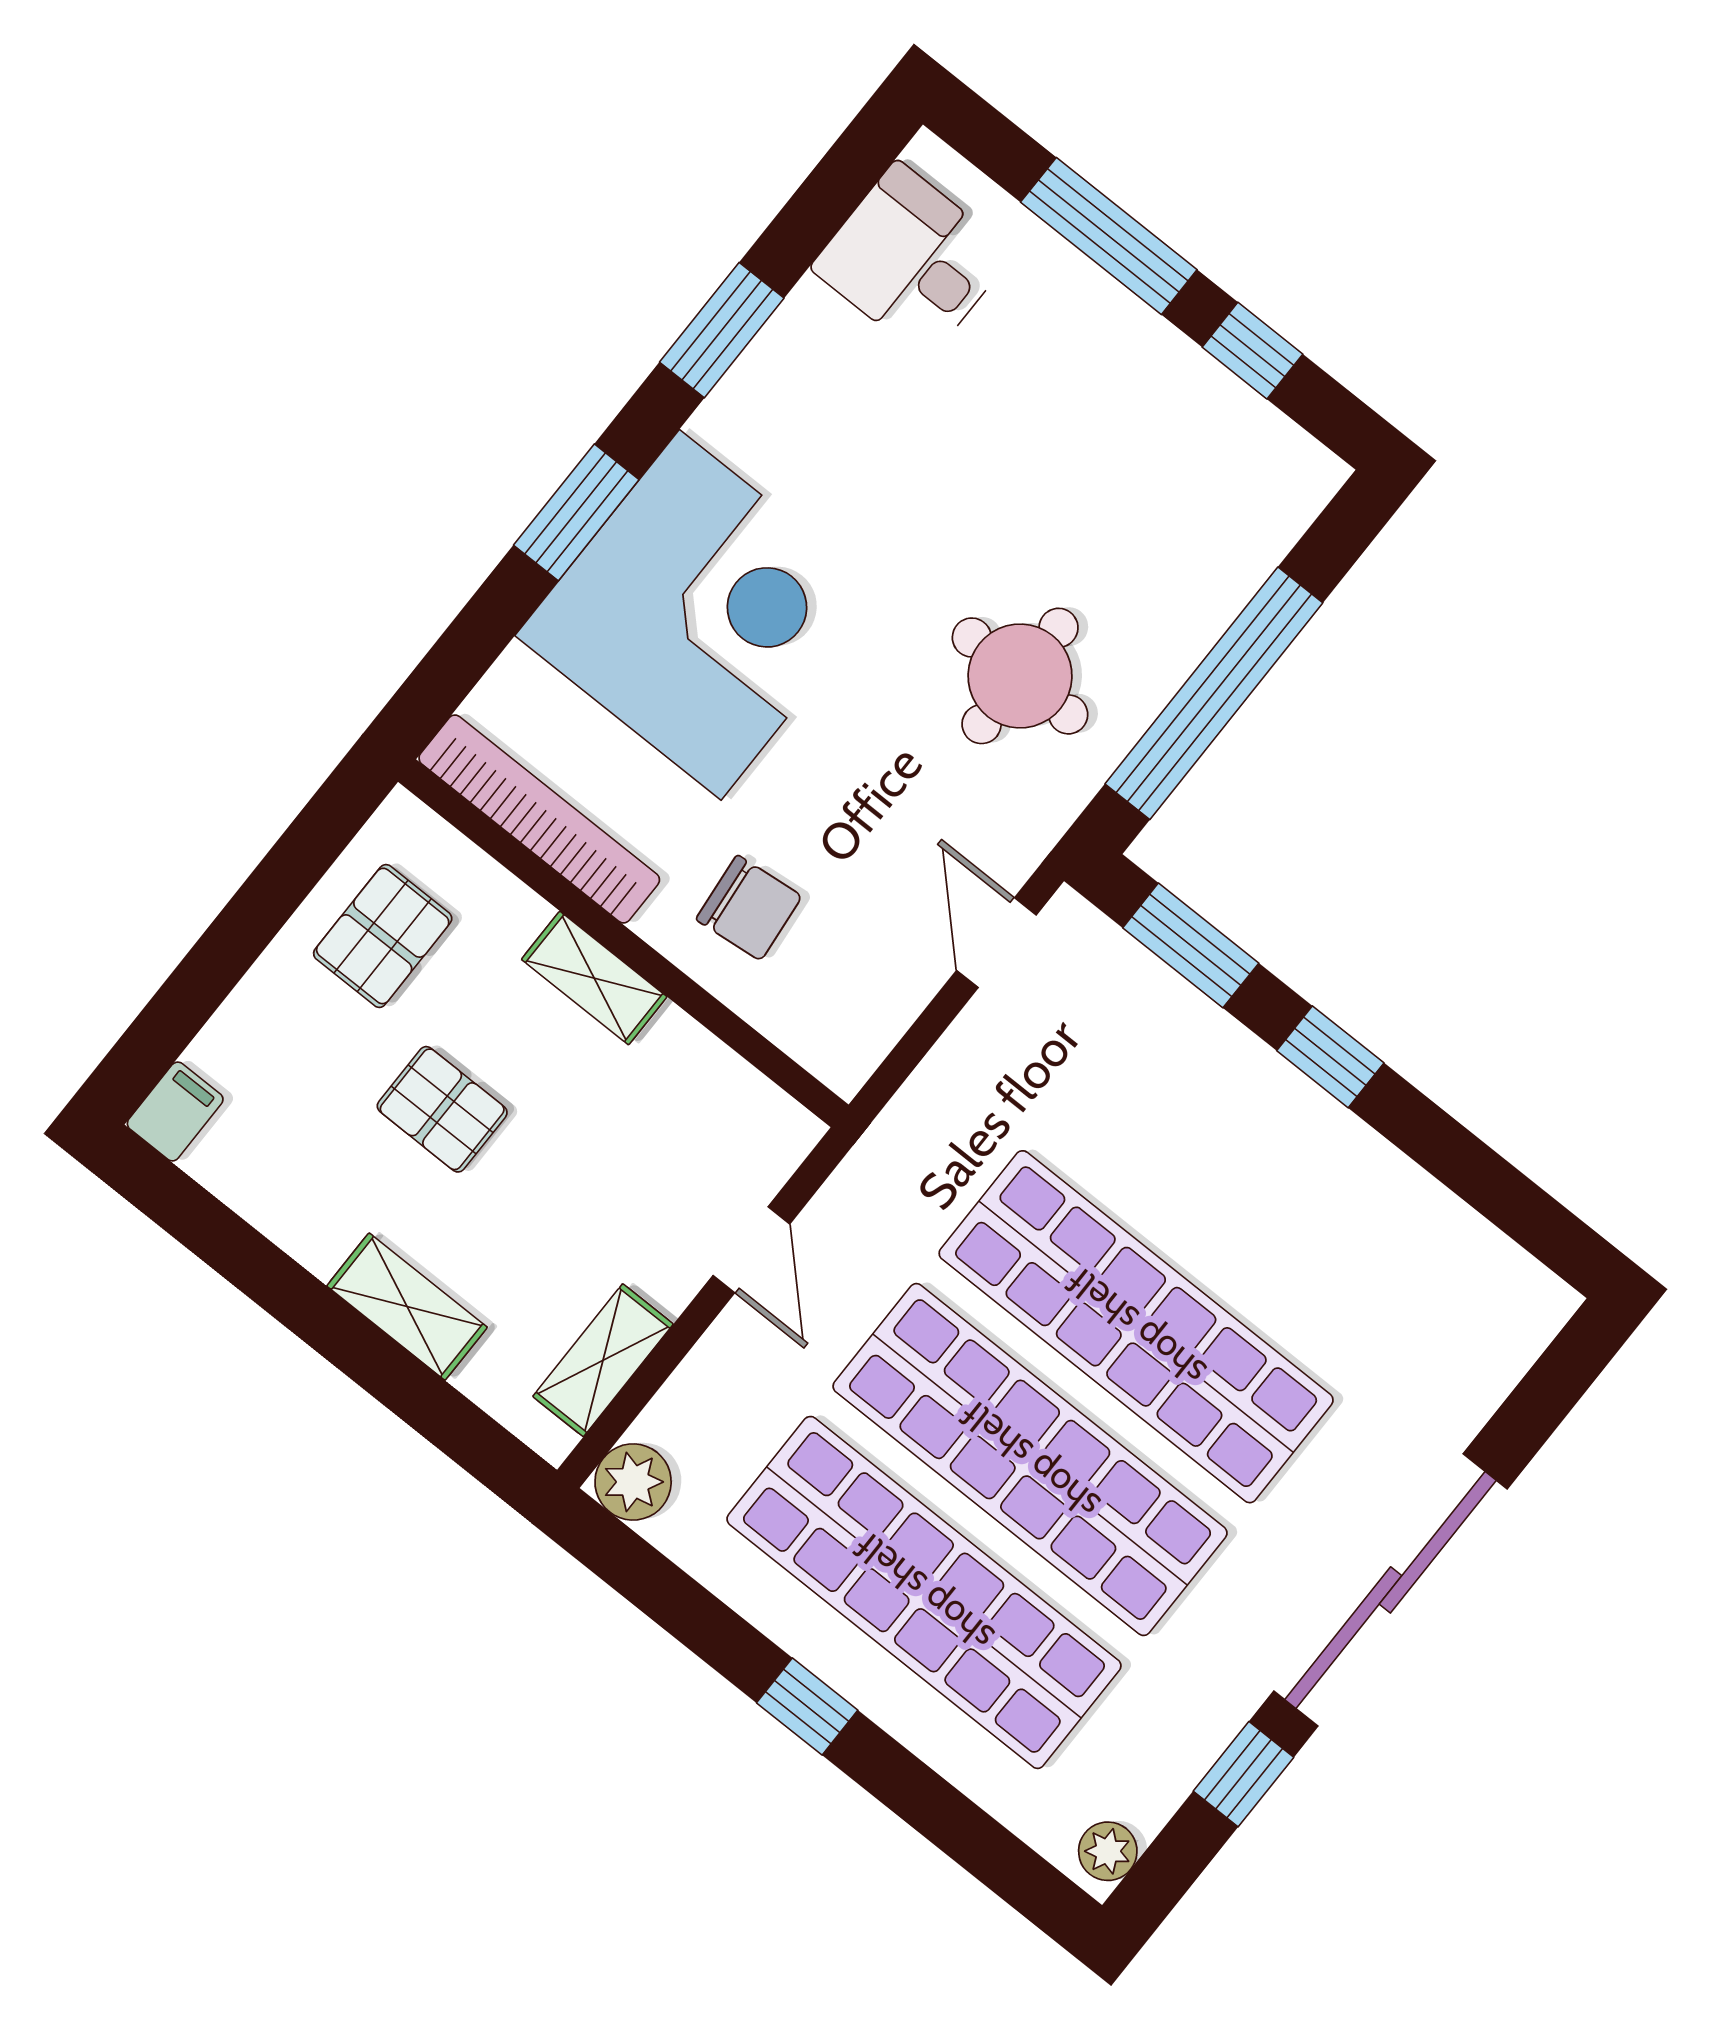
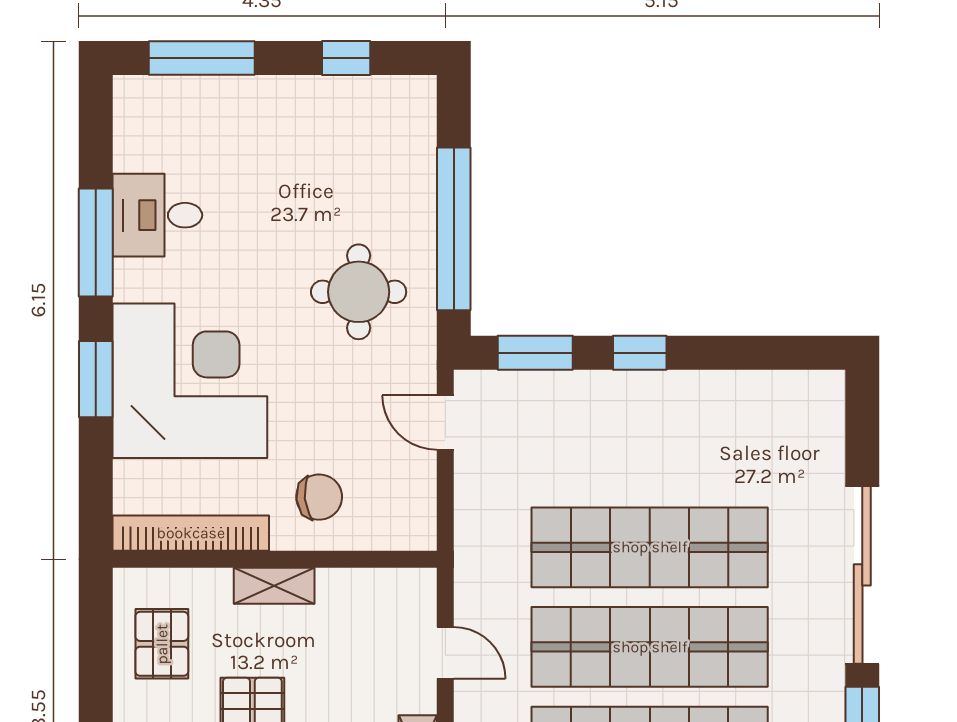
window: (1109, 236) -> (202, 58), moved
desk: (912, 261) -> (157, 215), moved
window: (722, 330) -> (96, 243), width x1.44

